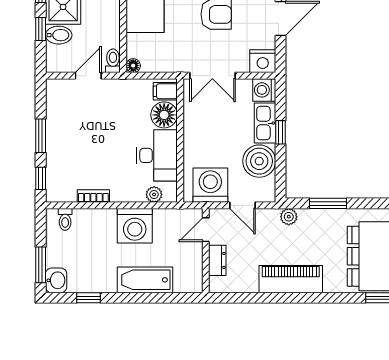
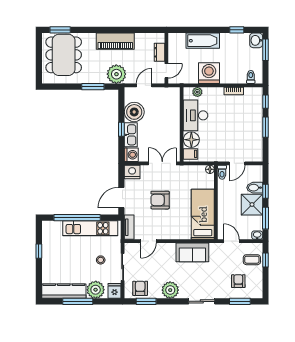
washing machine: (210, 185) -> (164, 97), removed
door: (243, 205) -> (144, 85), hinge flipped
plant: (289, 217) -> (116, 74), width x1.87, depth x1.87

